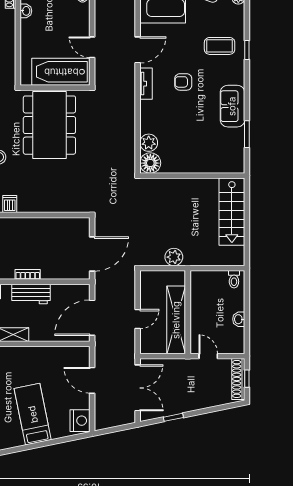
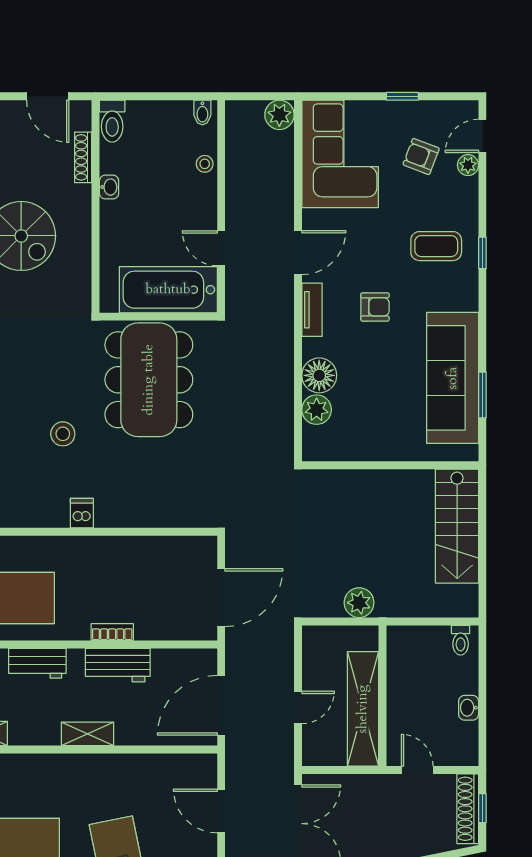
armchair: (183, 82) -> (375, 307), turned 180
sofa: (232, 106) -> (453, 378), width x1.85, depth x1.27
floor lamp: (150, 163) -> (319, 375), moved

